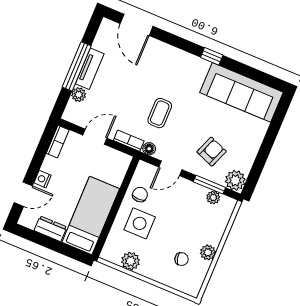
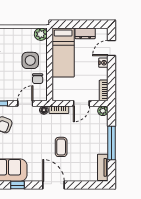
door: (137, 25) -> (54, 185), moved
window: (212, 56) -> (17, 185), moved
tv unit: (90, 69) -> (103, 167), moved
plant: (79, 95) -> (103, 111), moved
coffee table: (160, 113) -> (61, 147), moved
plant: (131, 261) -> (41, 34), moved

